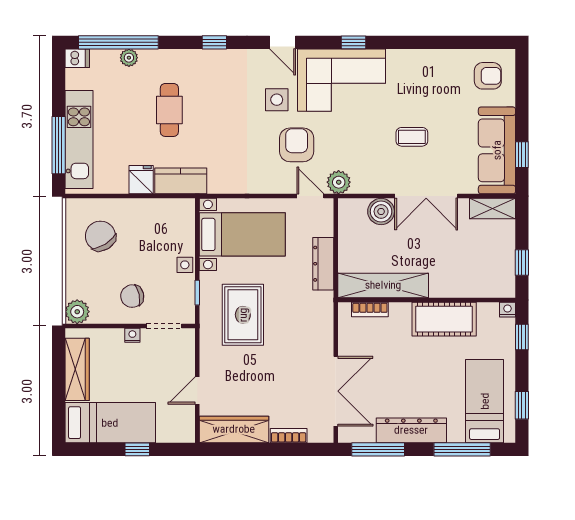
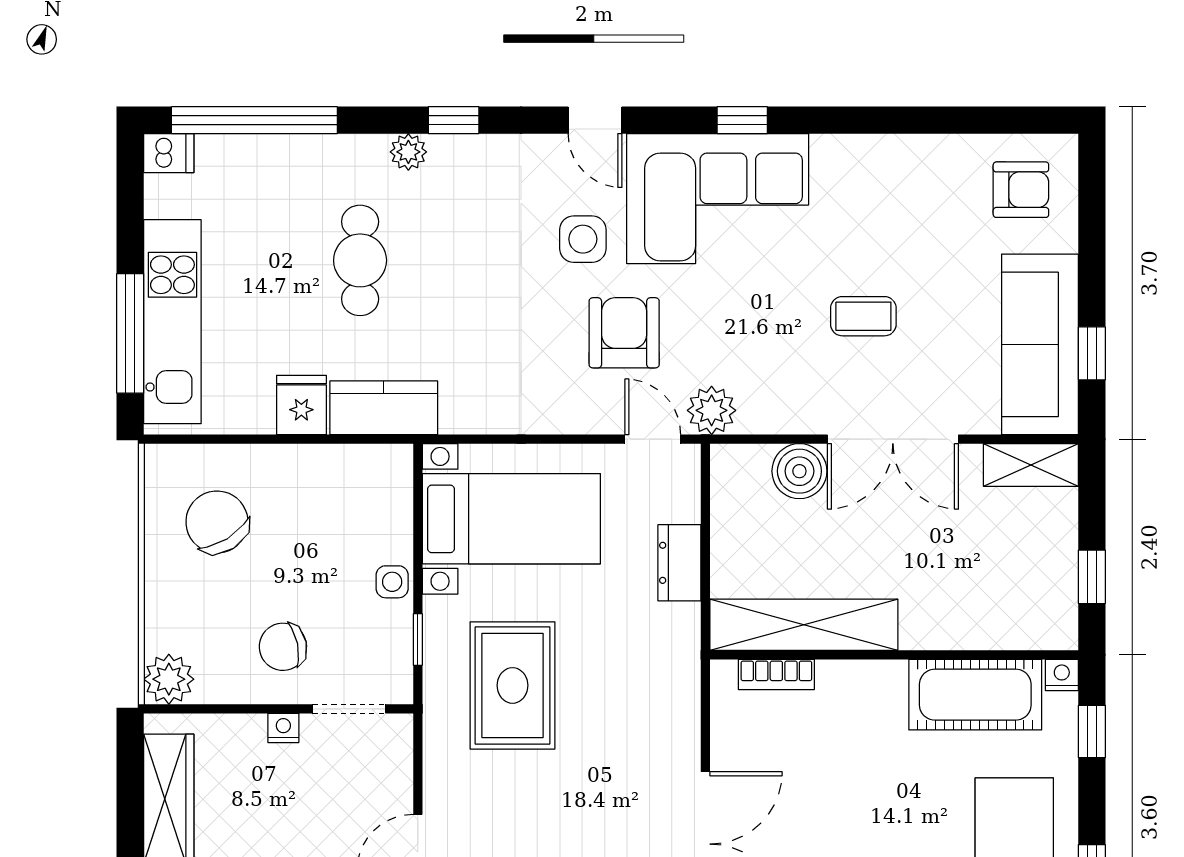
plant: (129, 58) -> (408, 152), moved
dresser: (323, 264) -> (679, 563), width x0.70
cot: (444, 319) -> (975, 695), moved

